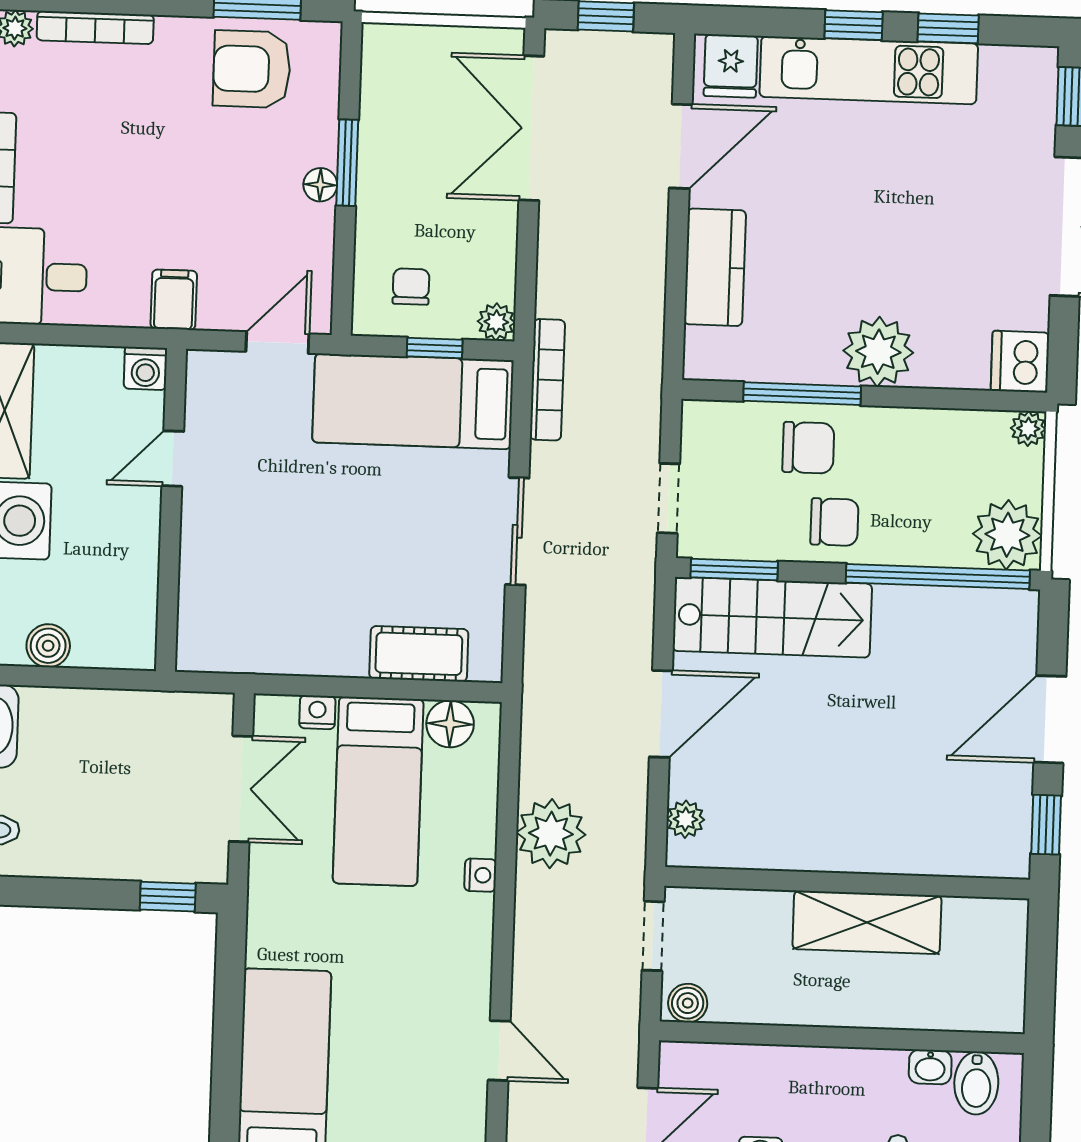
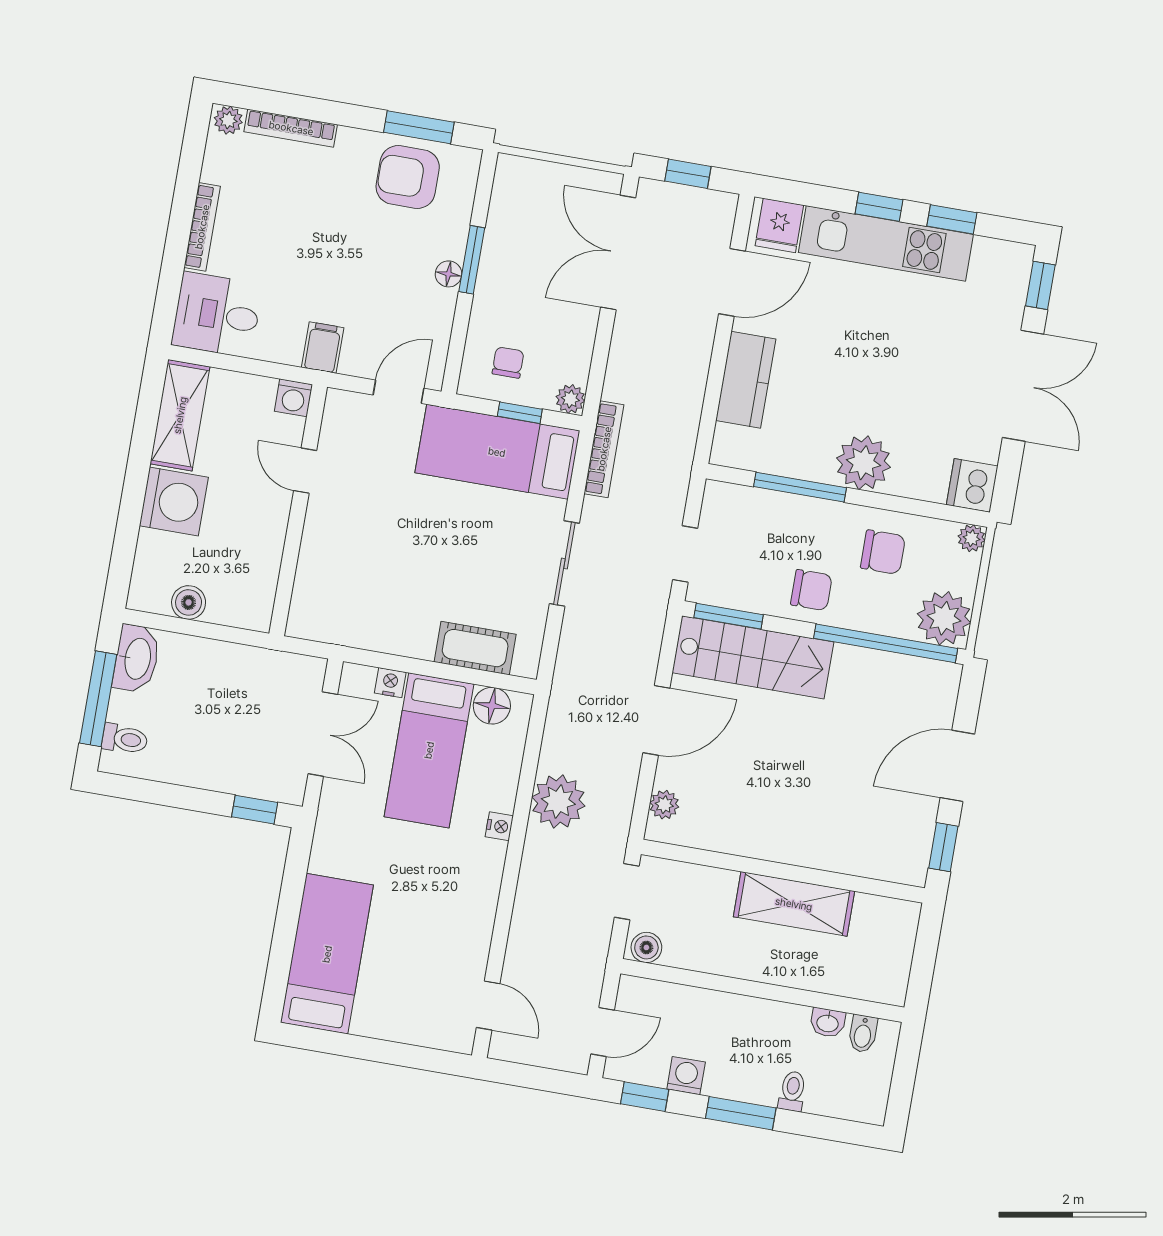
chair: (808, 448) -> (883, 552), moved
door: (173, 459) -> (305, 471), hinge flipped
door: (499, 1051) -> (488, 1006), moved
bidet: (976, 1083) -> (863, 1034), width x0.72, depth x0.74

